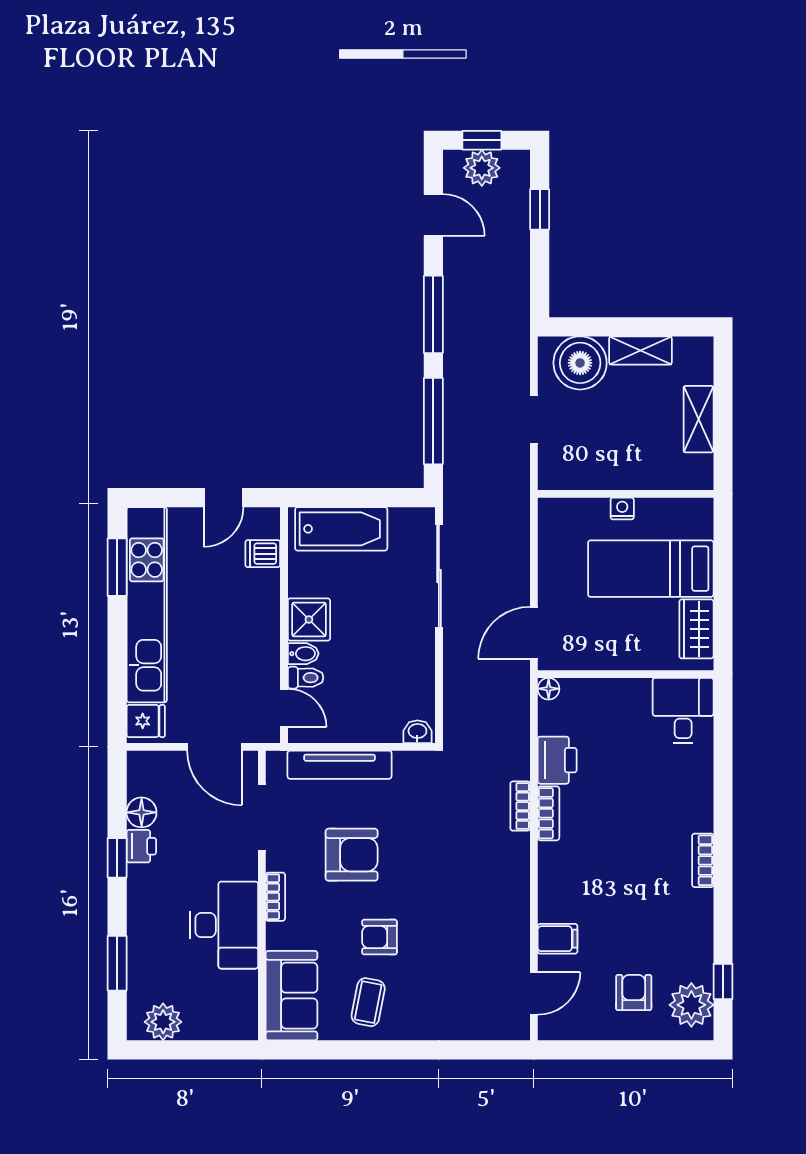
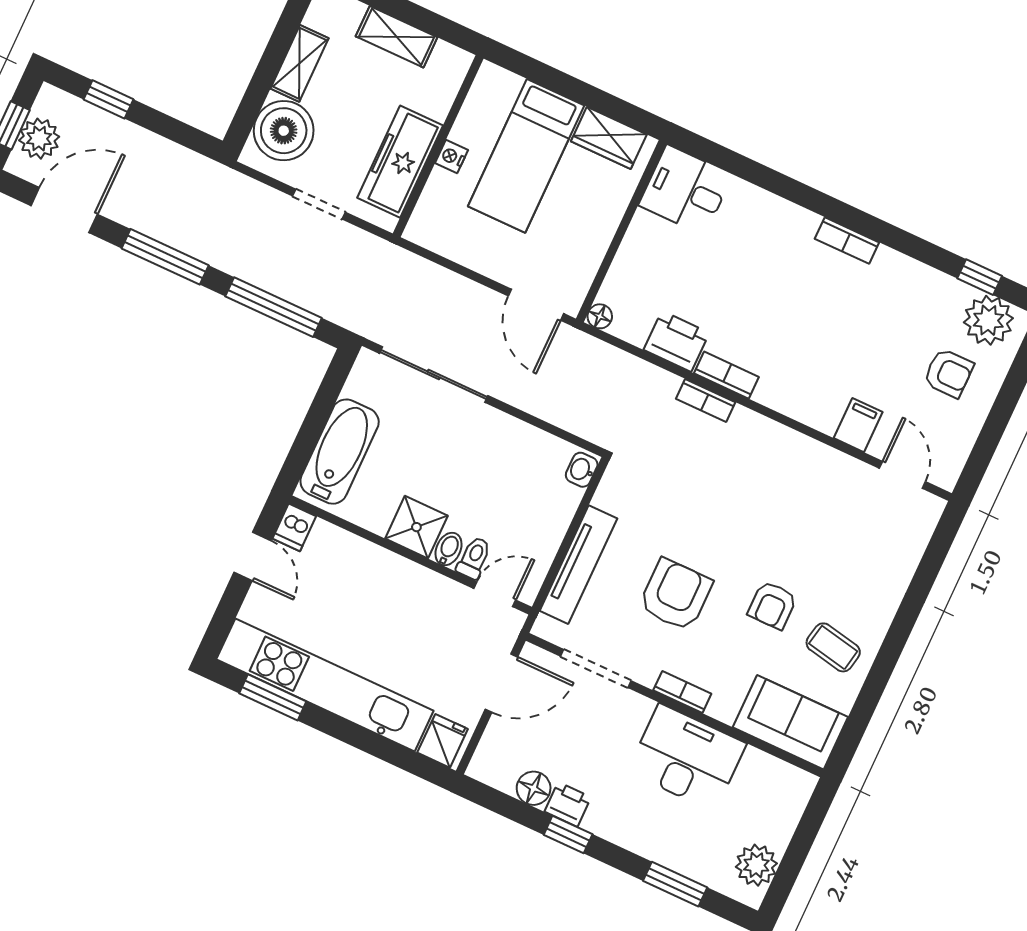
door: (433, 215) -> (64, 210), width x1.38
freezer: (599, 469) -> (400, 162), added
dishwasher: (263, 554) -> (294, 527), moved
armchair: (634, 992) -> (949, 373), turned 180

